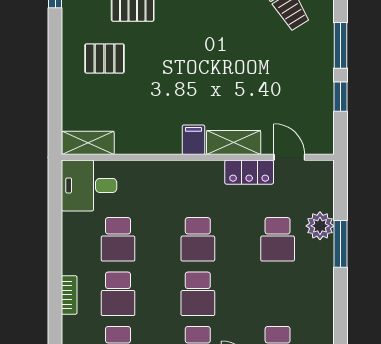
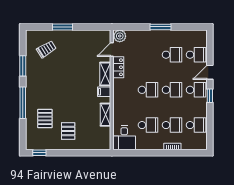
window: (341, 97) -> (85, 27), removed
shelving: (88, 143) -> (105, 115), moved
plant: (320, 226) -> (120, 36), moved
school desk: (278, 239) -> (172, 55), moved
window: (341, 244) -> (160, 27), moved

